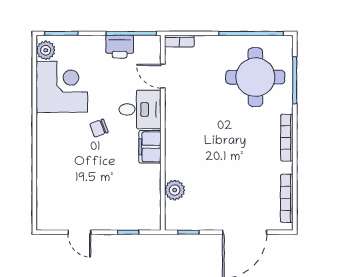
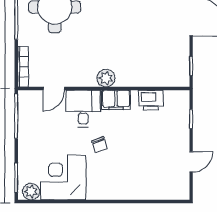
bookcase: (179, 41) -> (23, 67), width x1.56
printer: (120, 47) -> (151, 100), moved, turned 90
plant: (175, 190) -> (106, 78), moved

